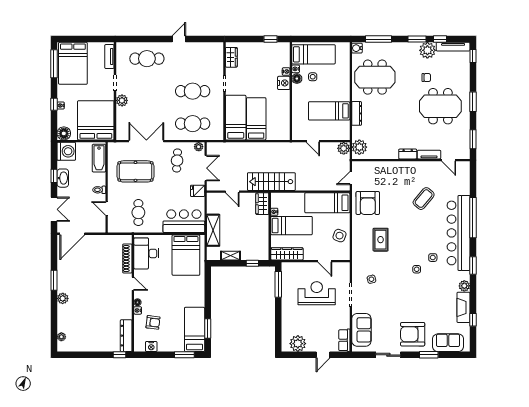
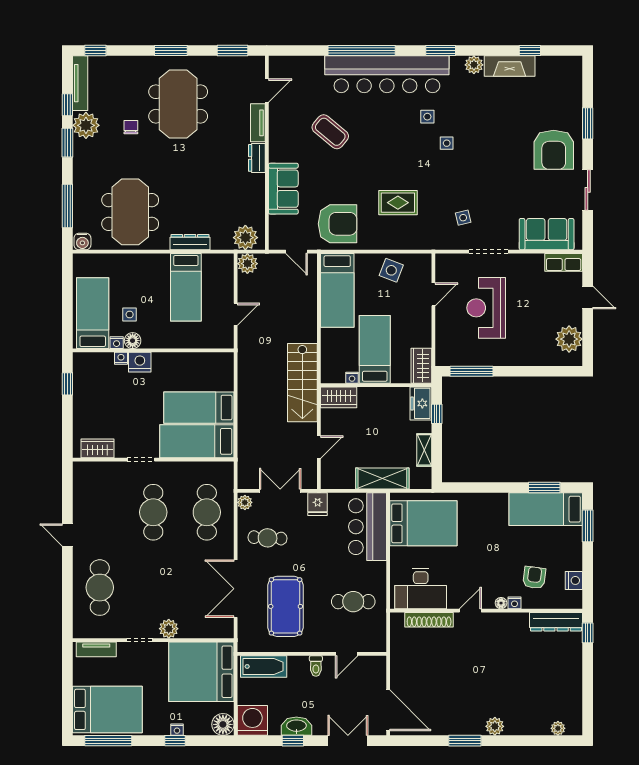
freezer: (259, 254) -> (421, 403), added
wardrobe: (287, 254) -> (421, 366), width x0.67
sofa: (448, 343) -> (283, 189), moved, turned 180

